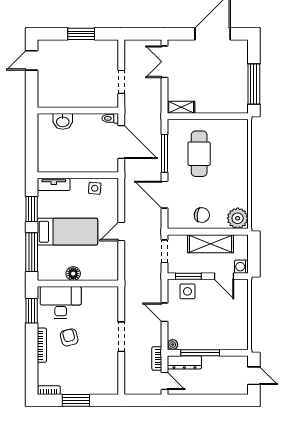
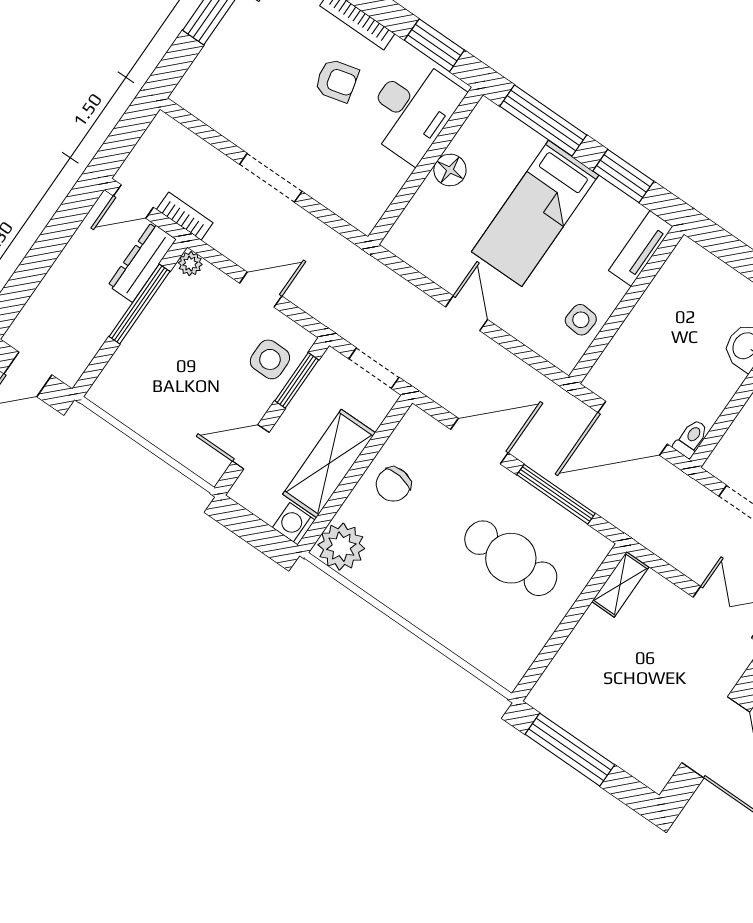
washing machine: (241, 267) -> (294, 524), moved, turned -90

